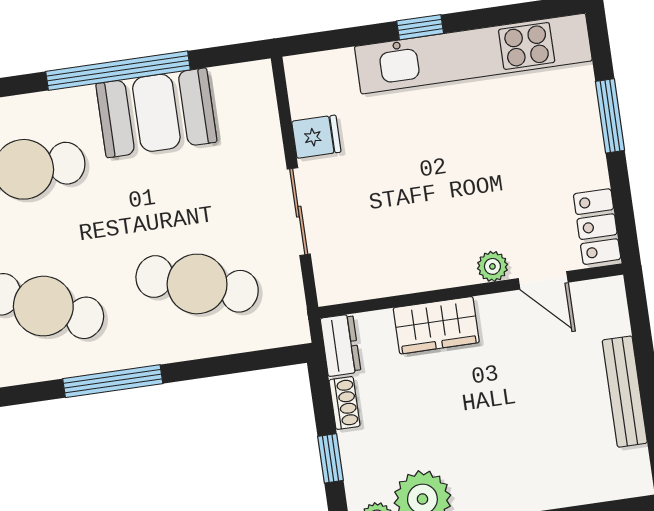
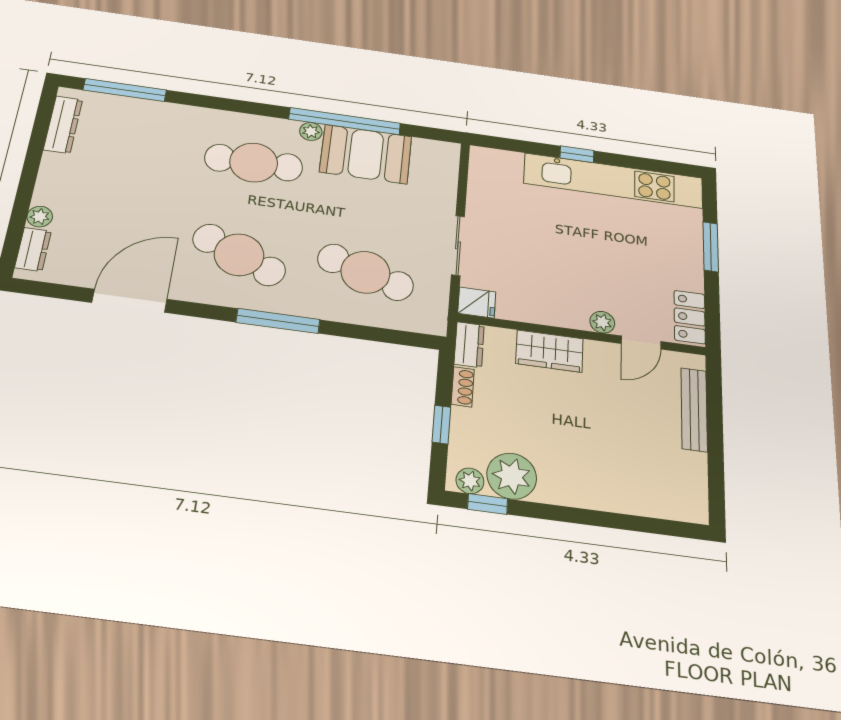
plant: (80, 100) -> (311, 131), added
fridge: (316, 137) -> (477, 303), moved
door: (543, 280) -> (641, 343), hinge flipped
bench: (625, 392) -> (694, 409), moved

